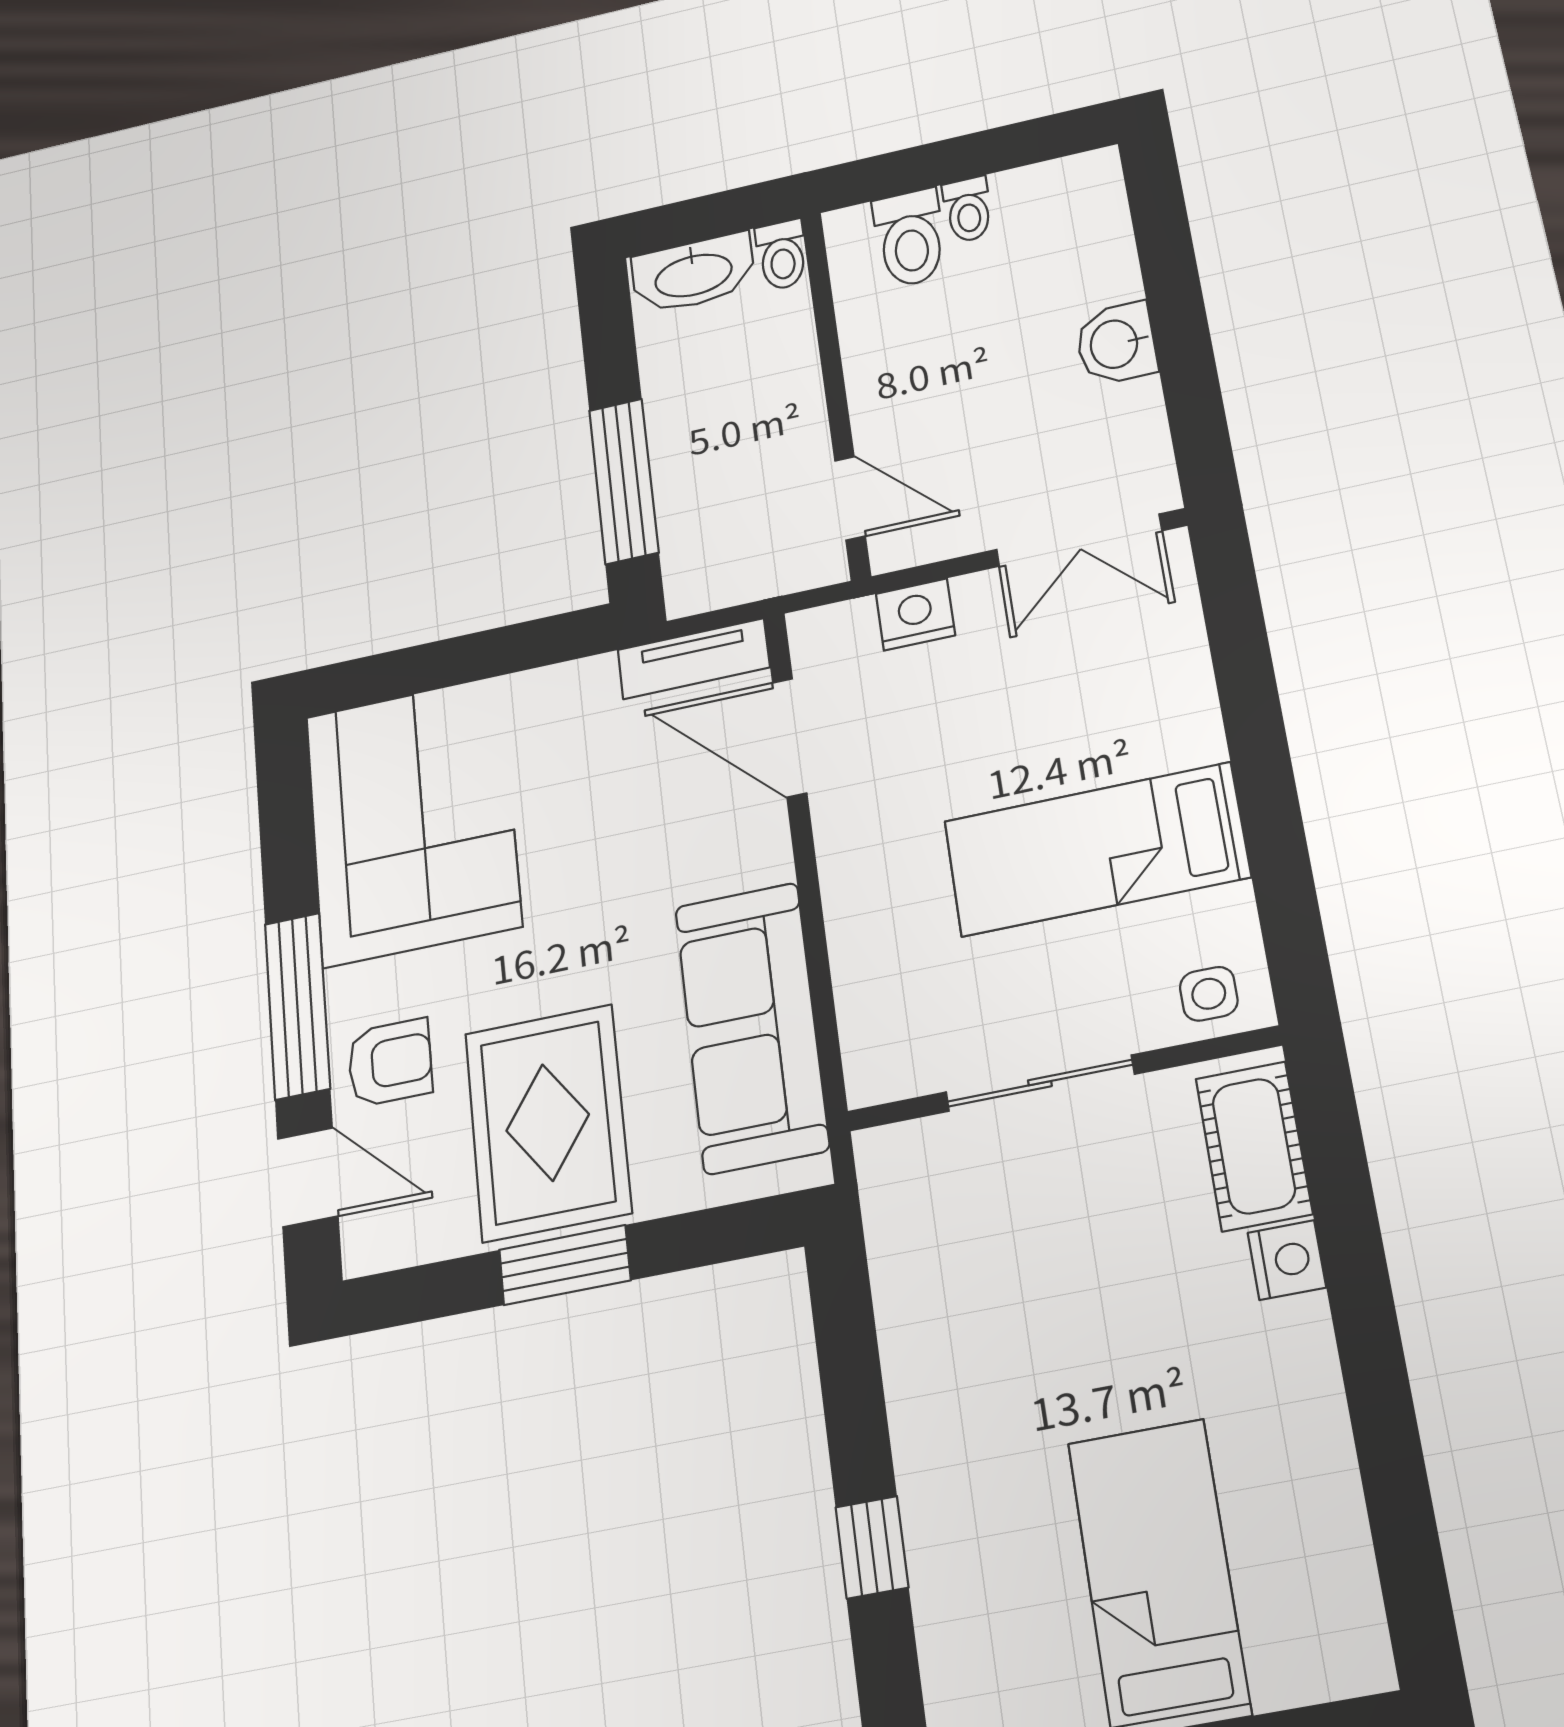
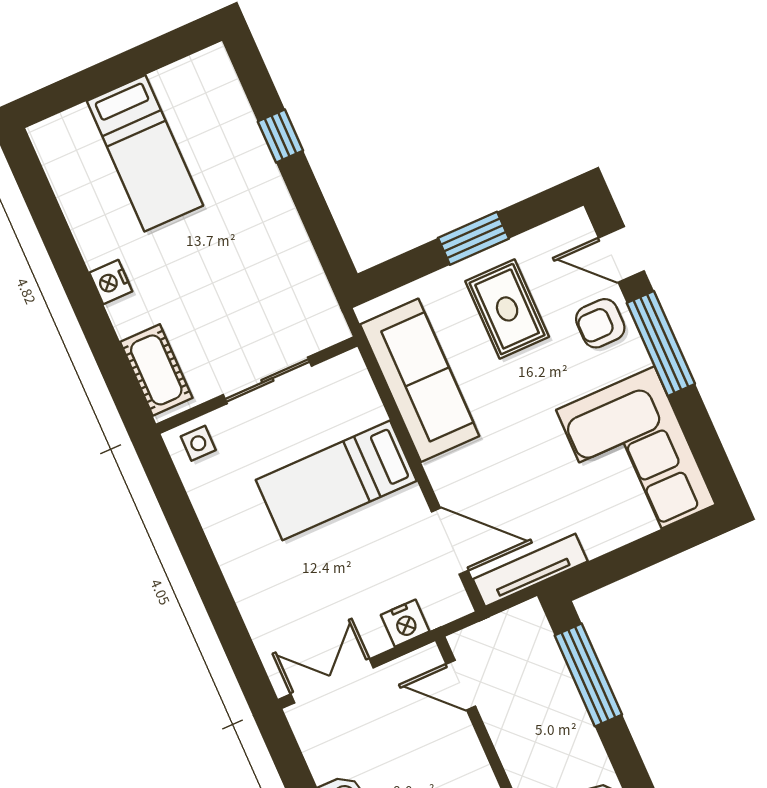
tv unit: (694, 659) -> (530, 570), width x1.41
bed: (1096, 849) -> (336, 480), moved, turned 180
rug: (548, 1122) -> (507, 309), width x0.73, depth x0.70
nightstand: (1287, 1260) -> (111, 282), moved

